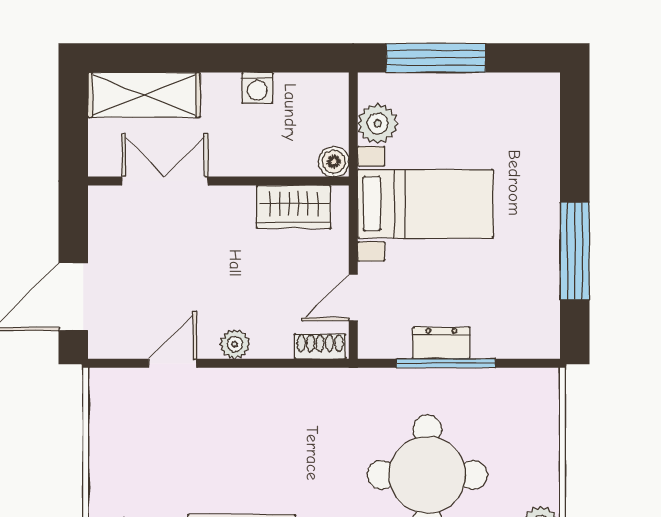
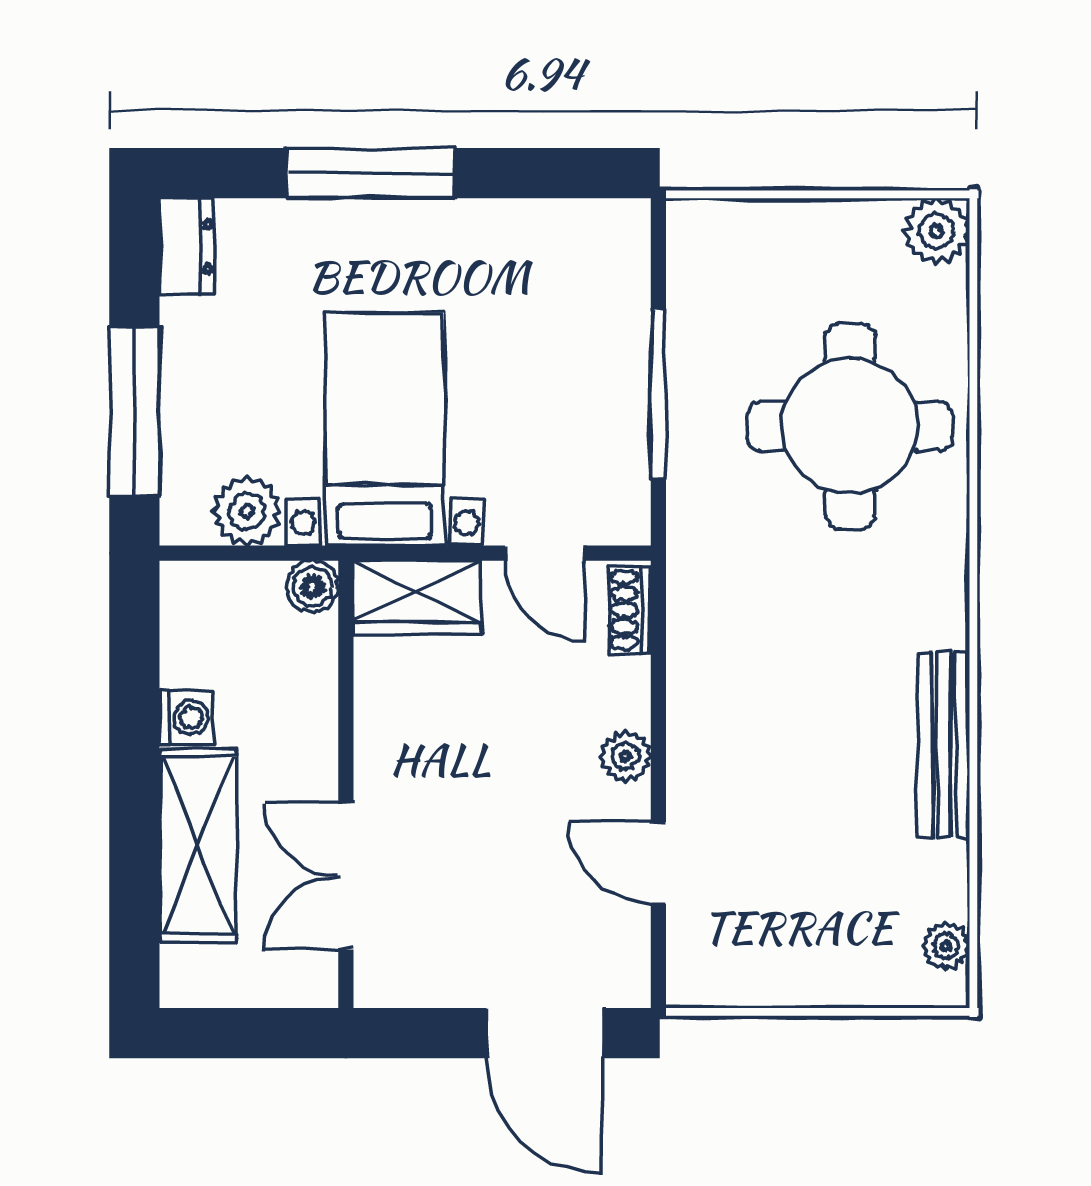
shelving: (144, 95) -> (198, 845), moved
wardrobe: (294, 207) -> (417, 598), moved, turned 90
window: (575, 251) -> (371, 173), moved
dresser: (441, 343) -> (187, 247), moved, turned 180

